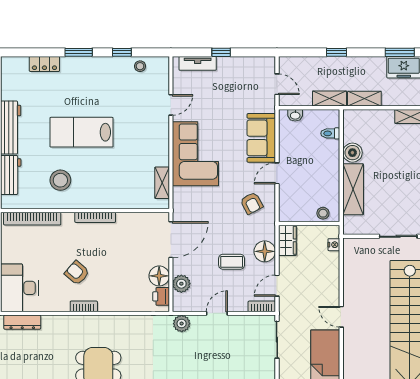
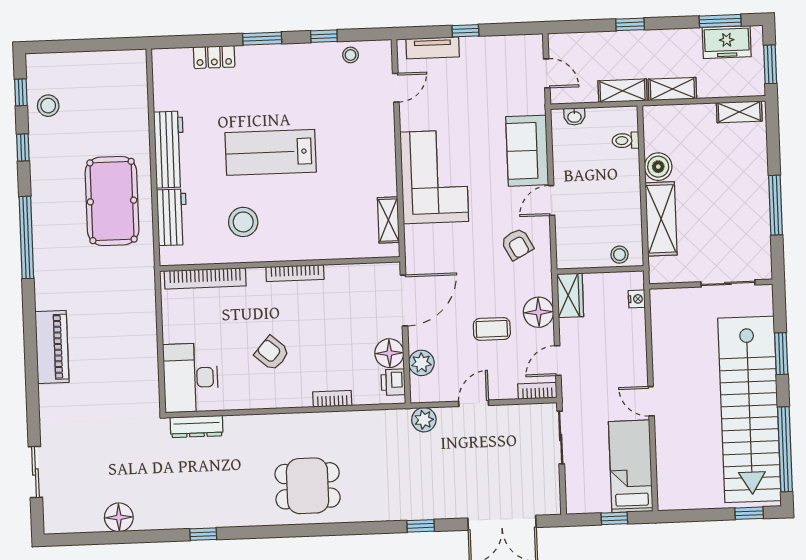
door: (171, 105) -> (396, 88), moved
bookcase: (84, 306) -> (332, 399), moved

